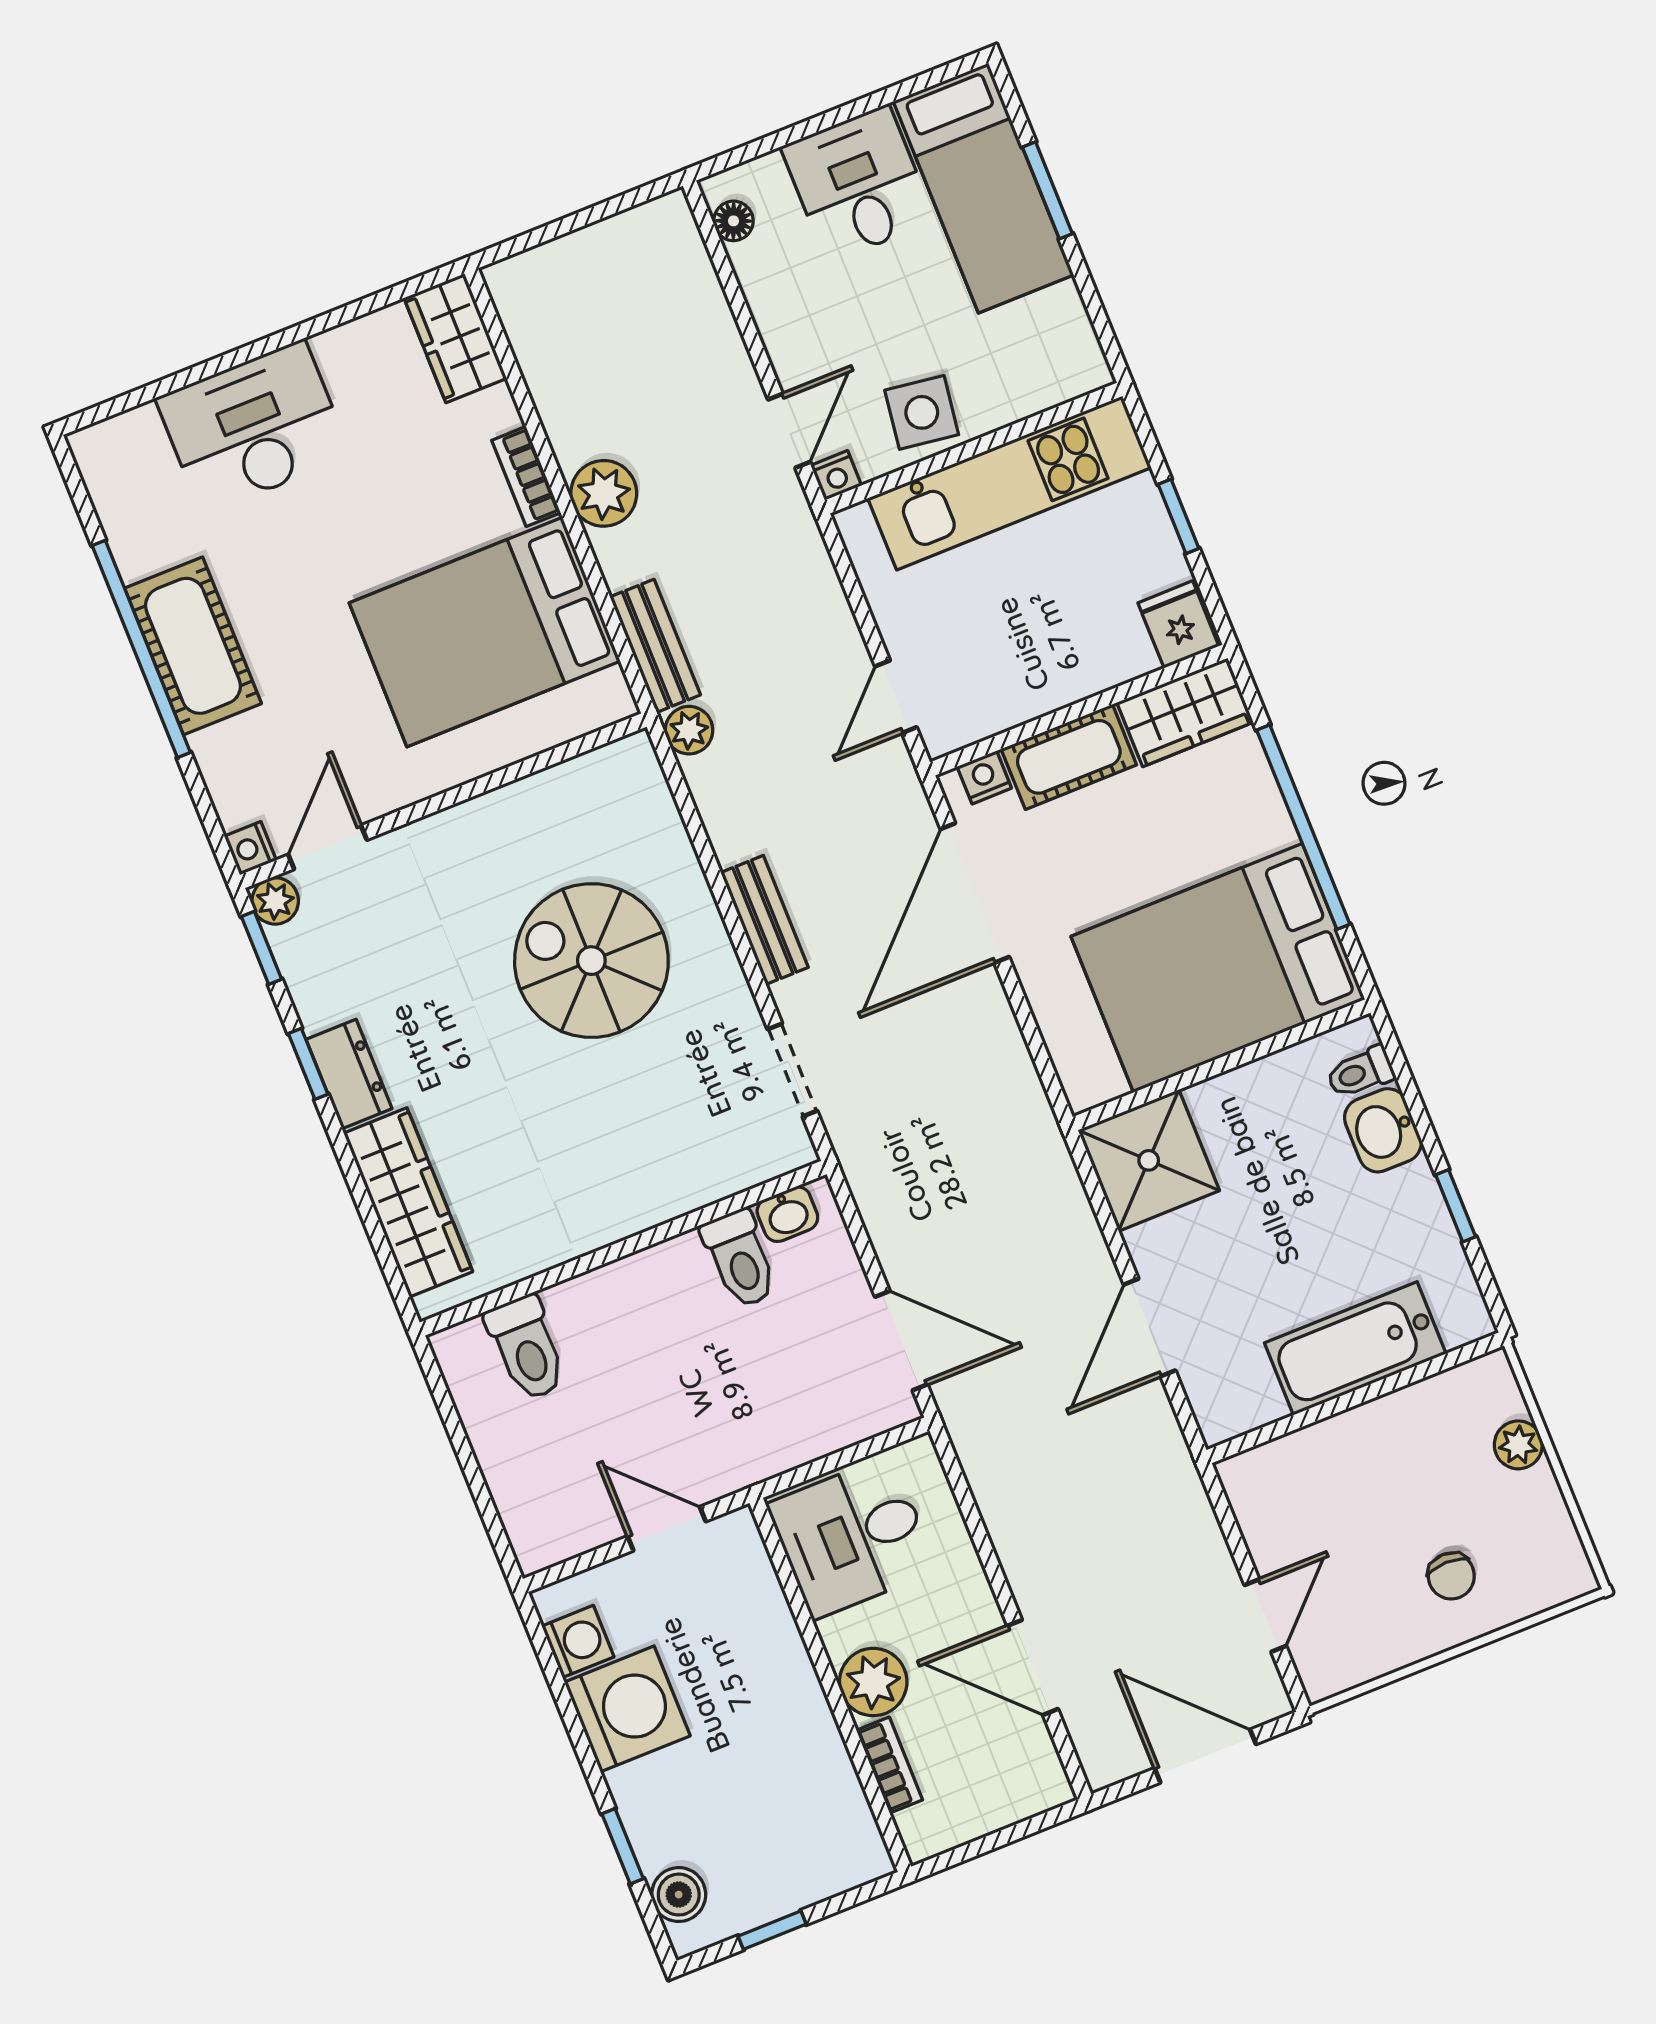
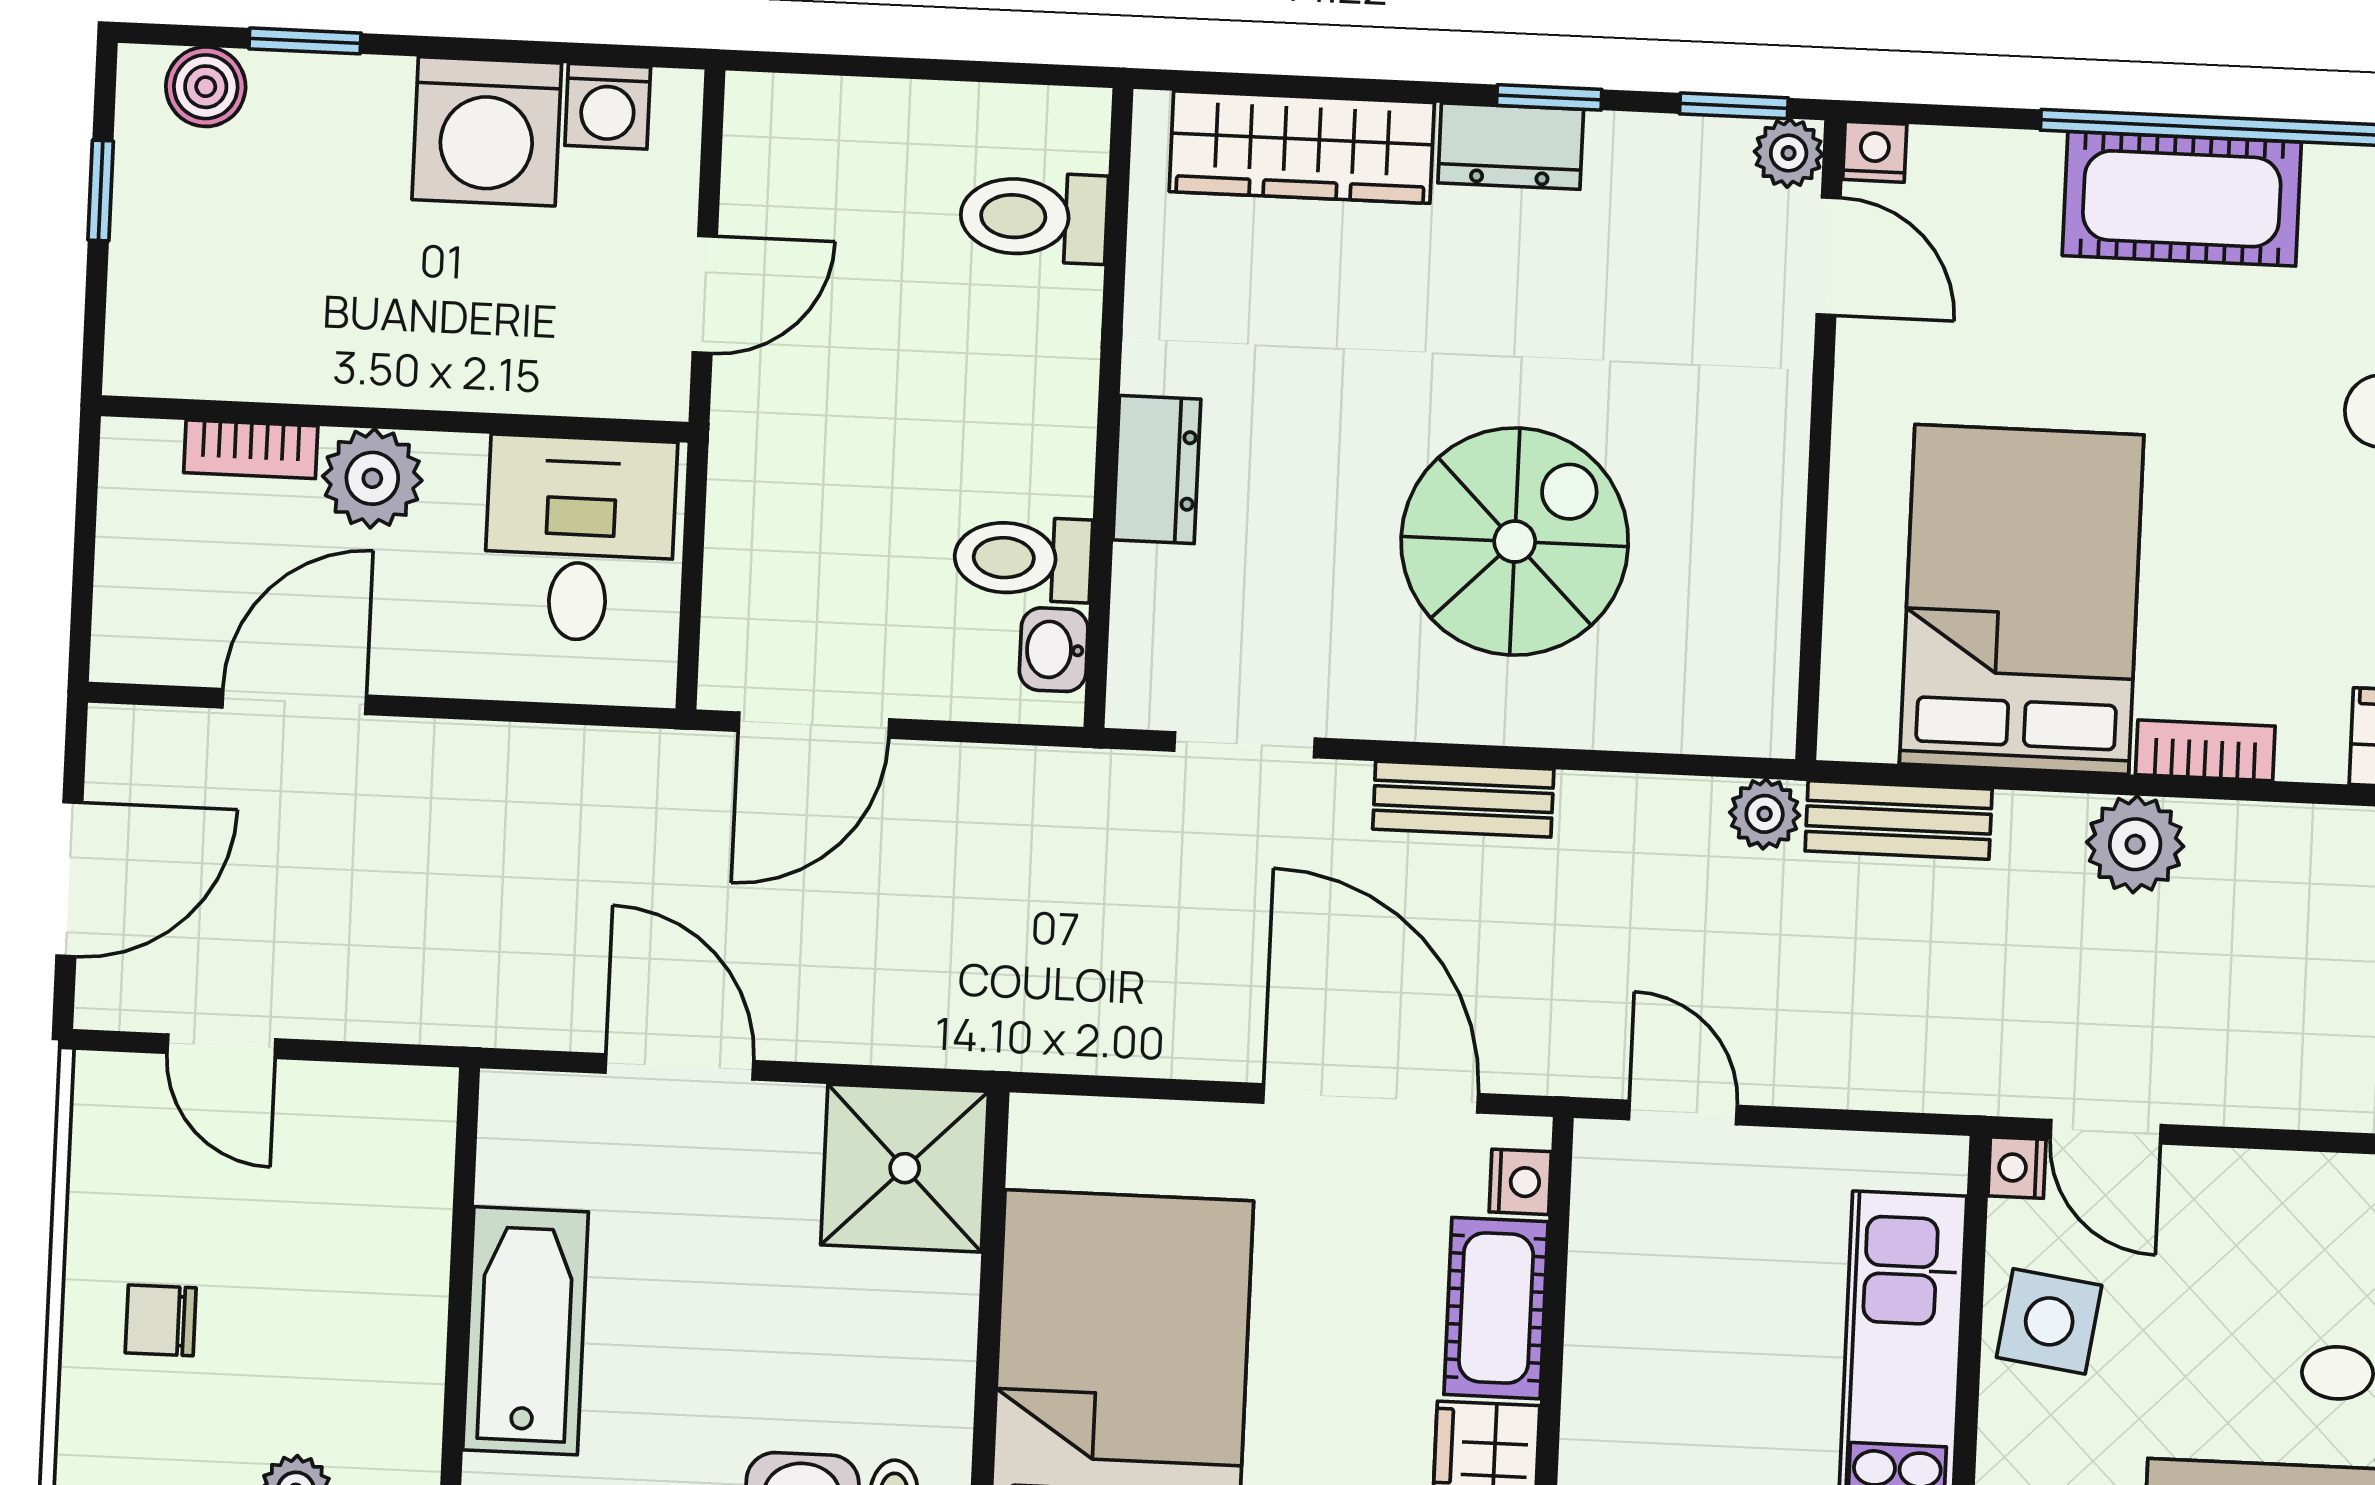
dresser: (648, 1201) -> (1157, 470), added

